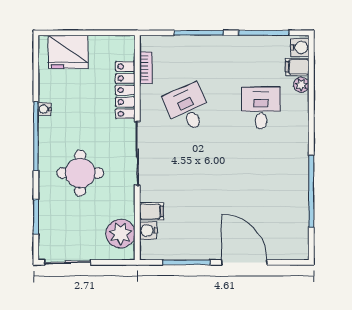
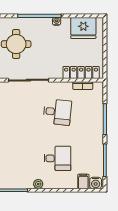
fridge: (68, 52) -> (83, 28), moved, turned -90
plant: (301, 85) -> (38, 184), moved
locker: (125, 90) -> (81, 72), moved
desk: (188, 108) -> (57, 112), turned 30

